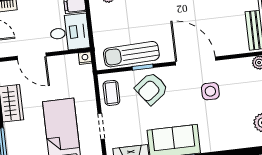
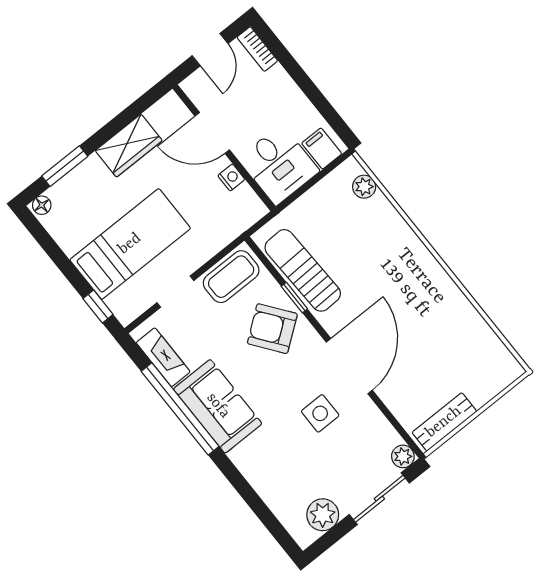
door: (32, 56) -> (212, 133), hinge flipped
nightstand: (85, 58) -> (231, 177), moved
coffee table: (111, 93) -> (231, 277), width x1.36, depth x1.30

